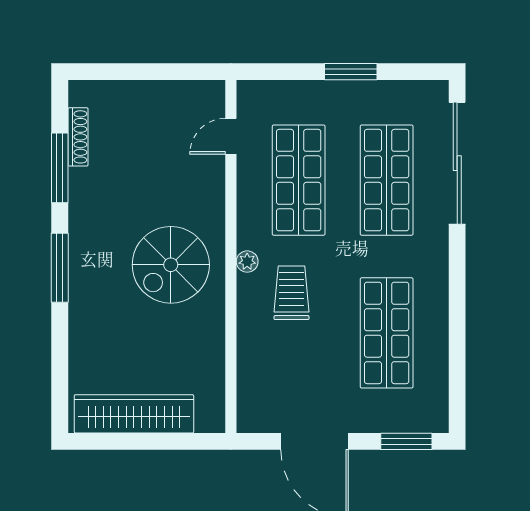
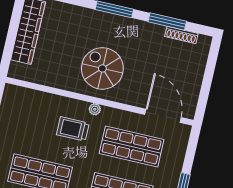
door: (231, 136) -> (163, 116), width x1.88
trolley: (291, 293) -> (73, 129), turned 180

